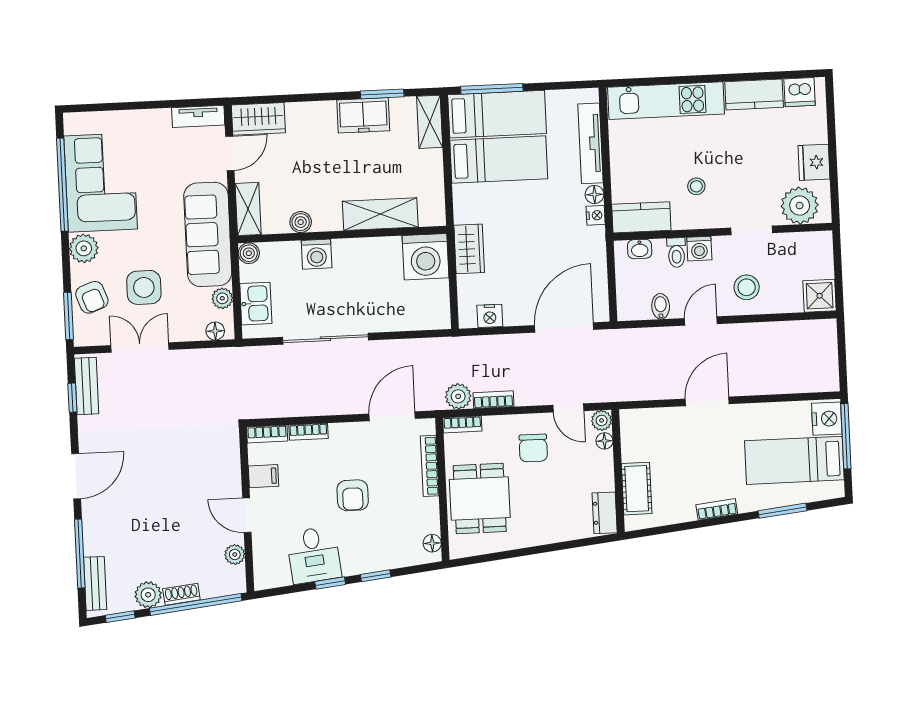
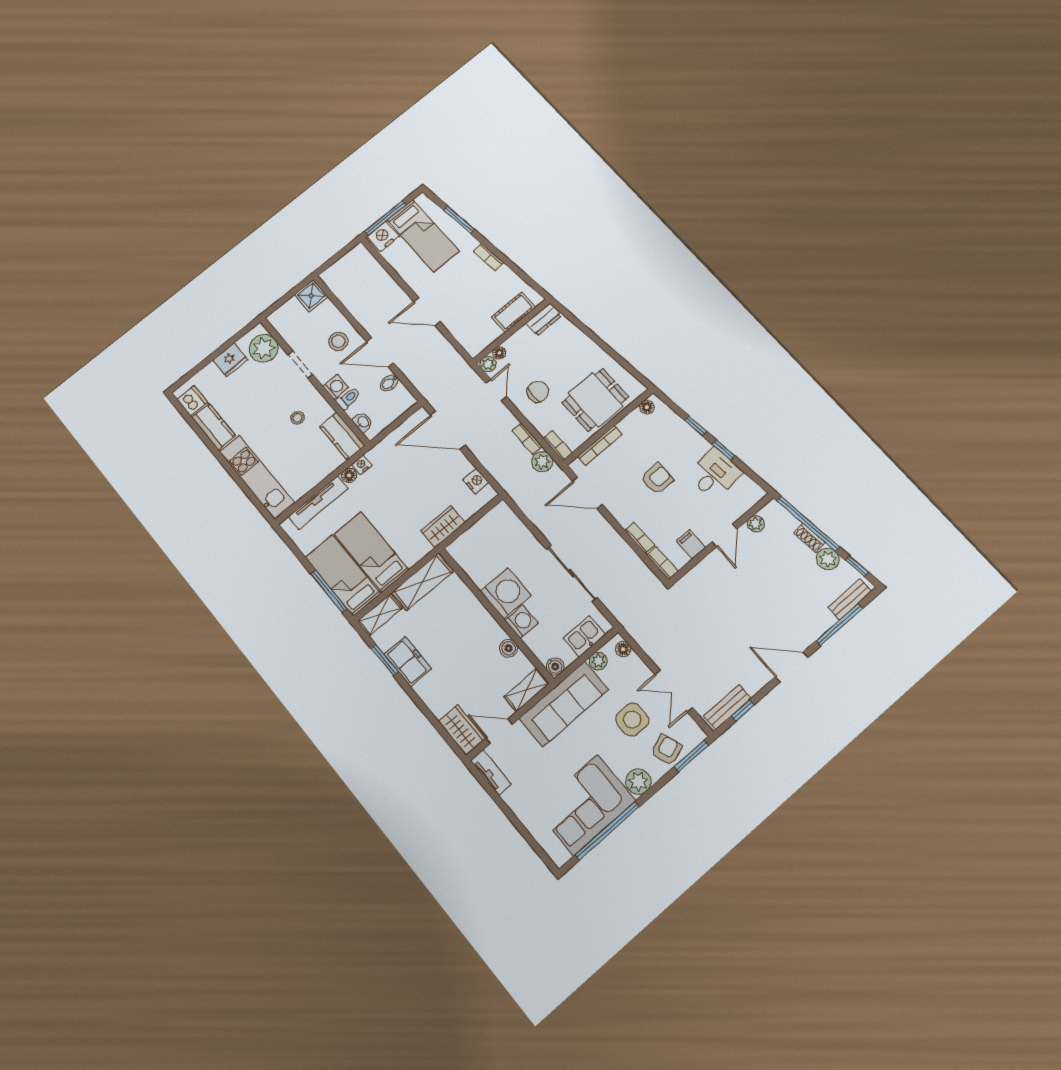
shelving: (380, 214) -> (422, 582), moved, turned 90
washing machine: (425, 257) -> (506, 593), moved
door: (701, 321) -> (380, 352), width x1.38

